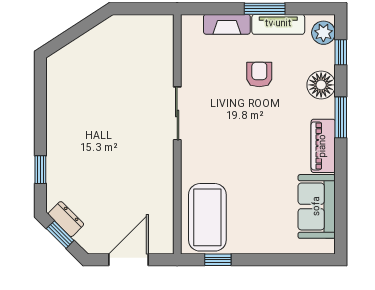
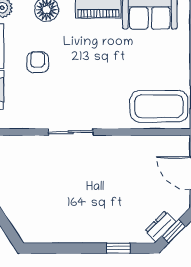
armchair: (259, 74) -> (38, 62), turned 90

